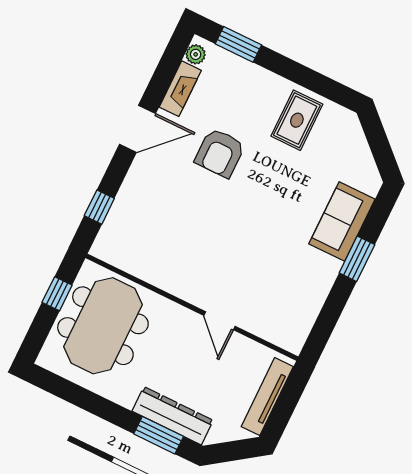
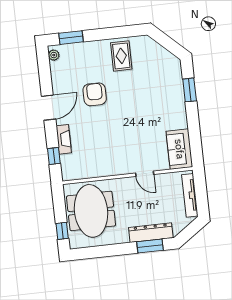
fireplace: (180, 89) -> (64, 139), moved
armchair: (220, 153) -> (95, 94), turned 180
sofa: (342, 221) -> (179, 149), moved
window: (357, 259) -> (190, 90), moved
window: (57, 294) -> (62, 231), moved

